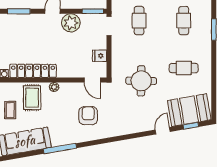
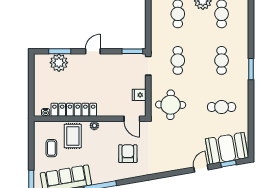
plant: (71, 23) -> (59, 63), moved
round table: (141, 81) -> (171, 105), moved

